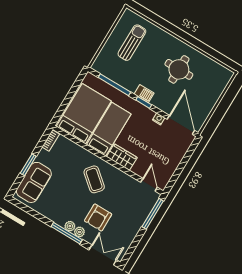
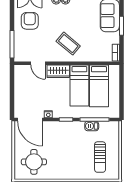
round table: (179, 69) -> (34, 162), moved
barbecue: (144, 94) -> (92, 126), moved
bed: (84, 114) -> (99, 86), width x0.67
door: (149, 185) -> (38, 63), moved
armchair: (98, 218) -> (30, 21), moved

